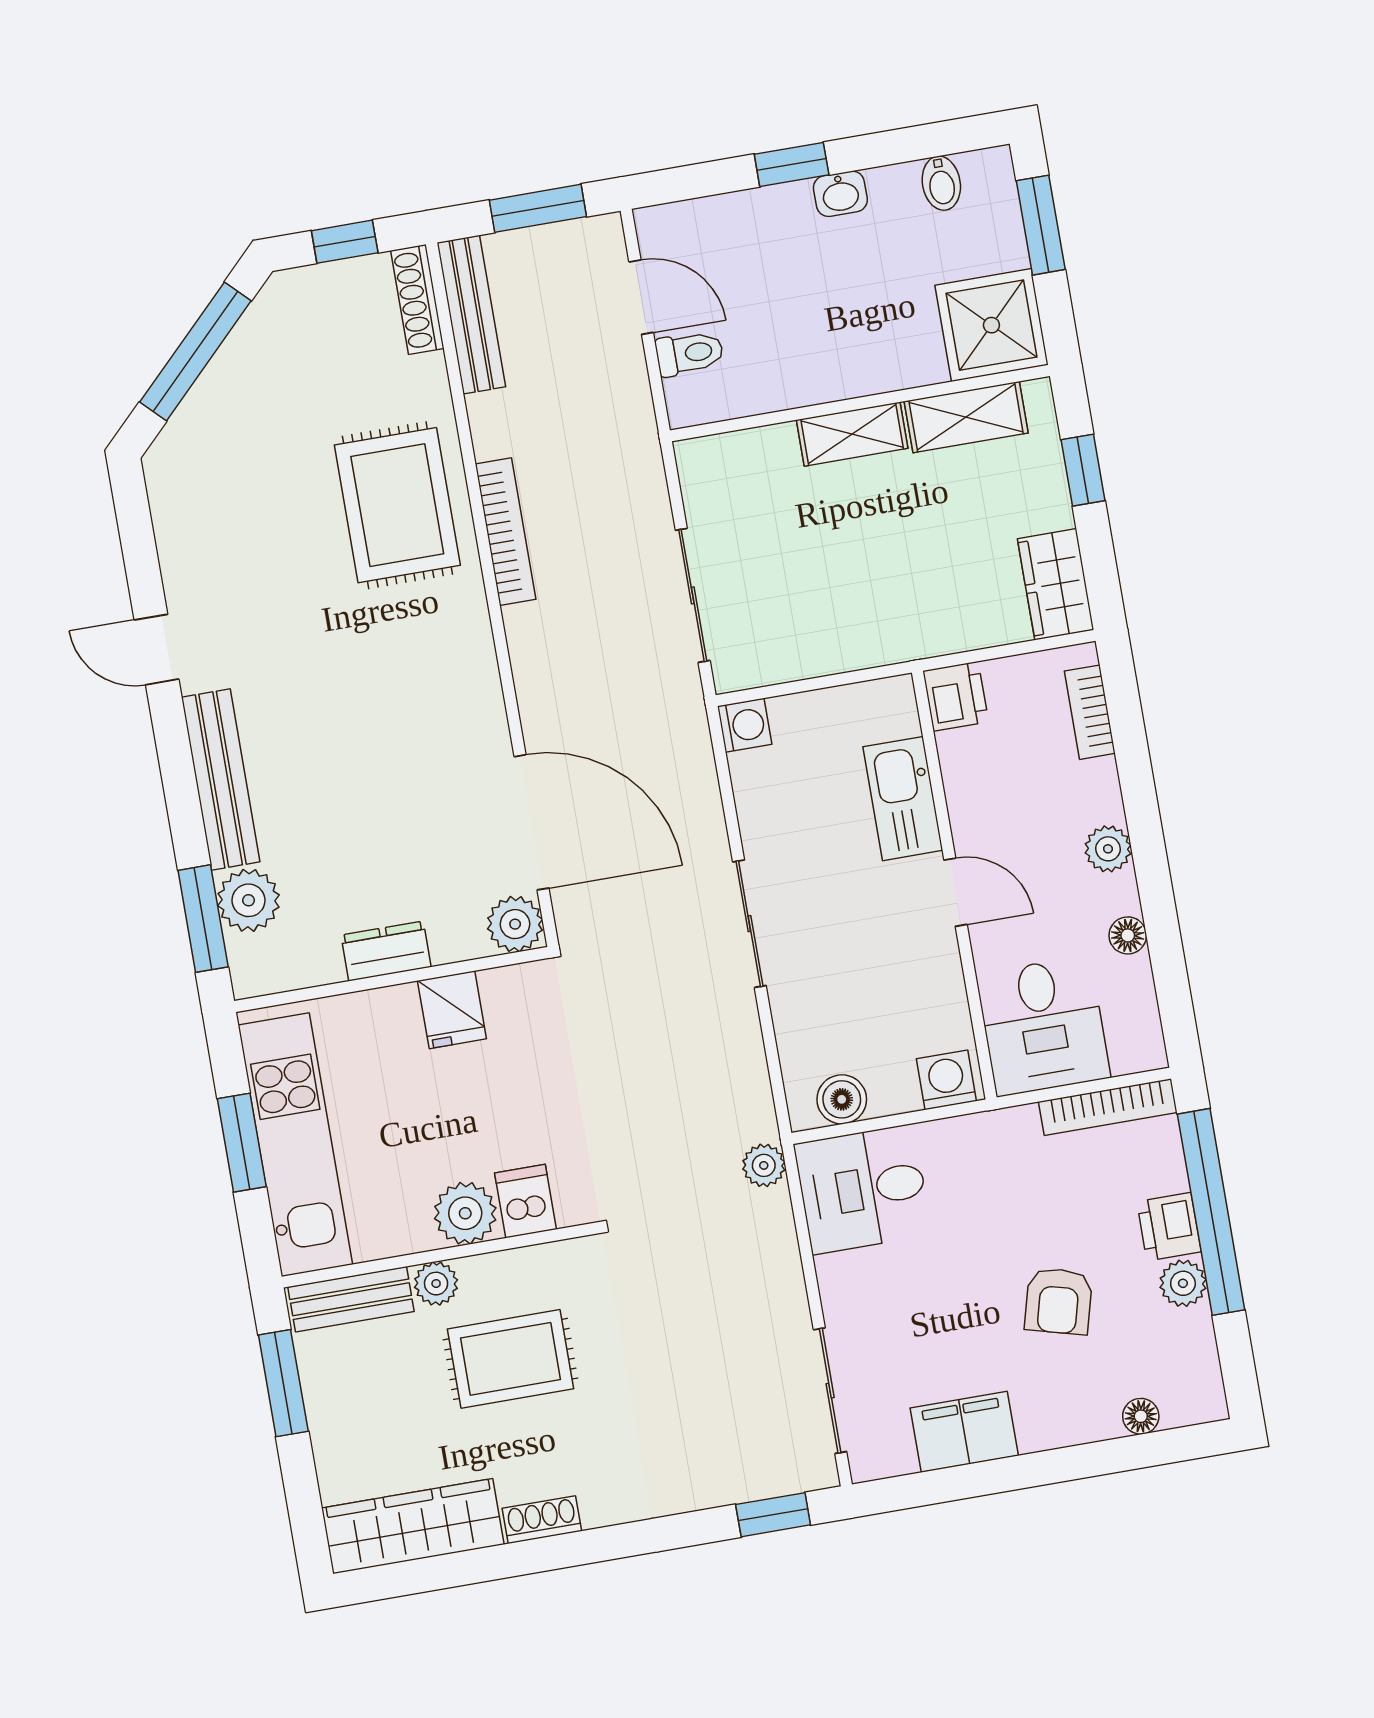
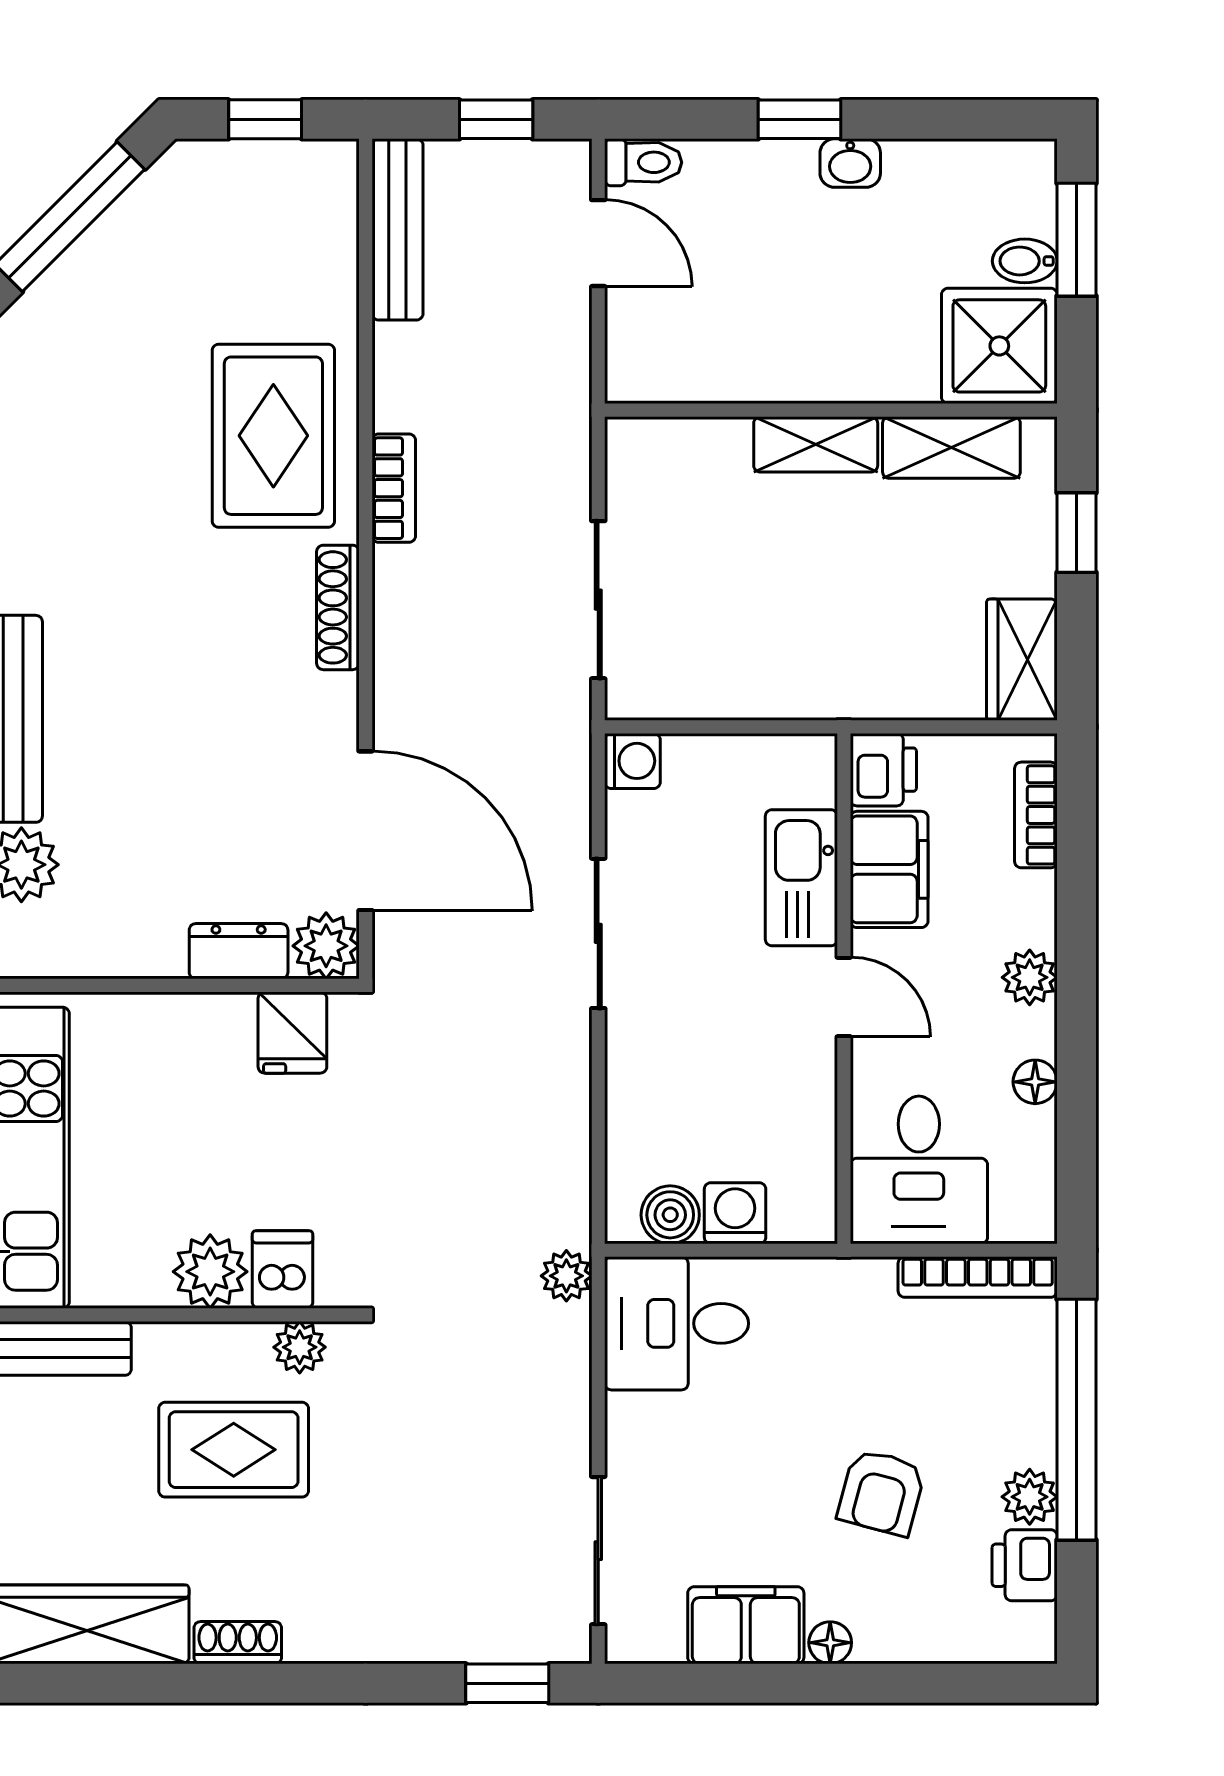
bidet: (941, 183) -> (1025, 261), moved, turned 90
window: (538, 208) -> (496, 119), width x0.67
shoe rack: (417, 300) -> (338, 607), moved
toilet: (690, 353) -> (643, 162), moved
bookcase: (506, 532) -> (394, 488), width x0.64
filing cabinet: (975, 779) -> (889, 869), added
sliding door: (749, 924) -> (598, 933), moved
dresser: (386, 951) -> (239, 951), moved
fridge: (452, 1010) -> (292, 1033), moved
washing machine: (946, 1080) -> (735, 1213), moved
printer: (1169, 1227) -> (1025, 1565), moved
plant: (436, 1284) -> (300, 1347), moved
floor lamp: (1141, 1416) -> (830, 1643), moved

